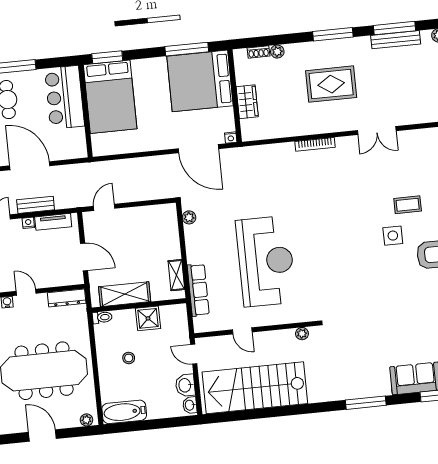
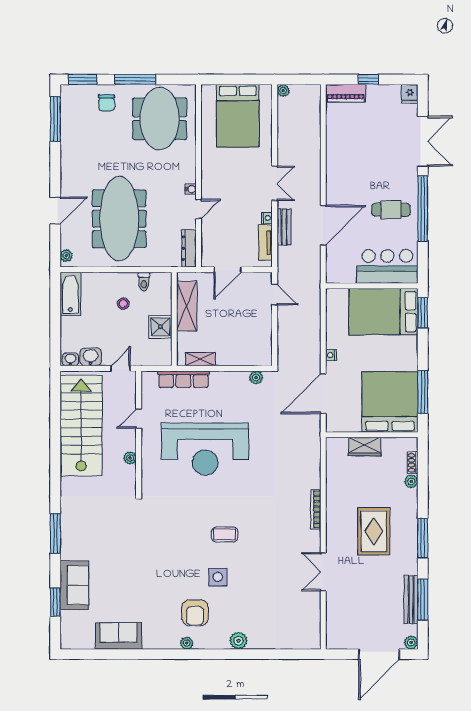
nightstand: (231, 138) -> (331, 355), moved
coffee table: (408, 205) -> (225, 534), moved, turned 90
toilet: (102, 317) -> (144, 282), moved
plant: (302, 334) -> (130, 458), moved

